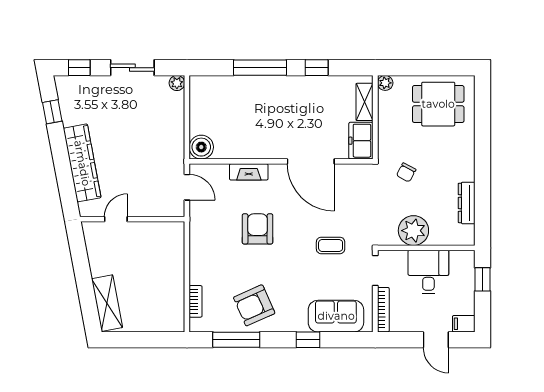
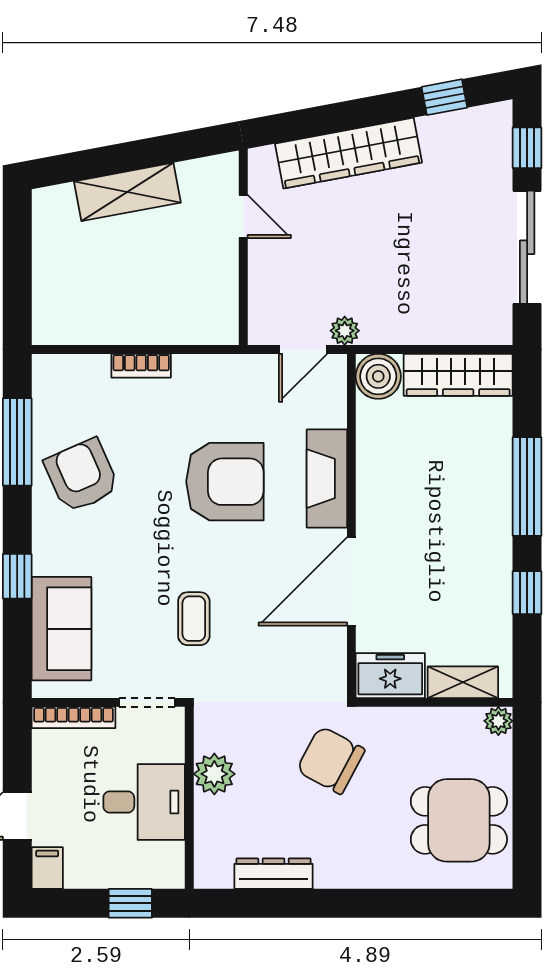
sliding door: (132, 68) -> (527, 247), width x1.37
plant: (177, 83) -> (345, 331), moved
wardrobe: (200, 104) -> (458, 375), added
dining table: (438, 104) -> (459, 820), turned 90
fireplace: (249, 172) -> (327, 479), width x1.37, depth x1.32
chair: (406, 172) -> (331, 760), width x1.87, depth x1.87
armchair: (257, 229) -> (225, 482), width x1.36, depth x1.36
plant: (413, 231) -> (214, 774), width x0.73, depth x0.73
bookcase: (196, 301) -> (141, 366), moved
shelving: (107, 303) -> (127, 192), moved

